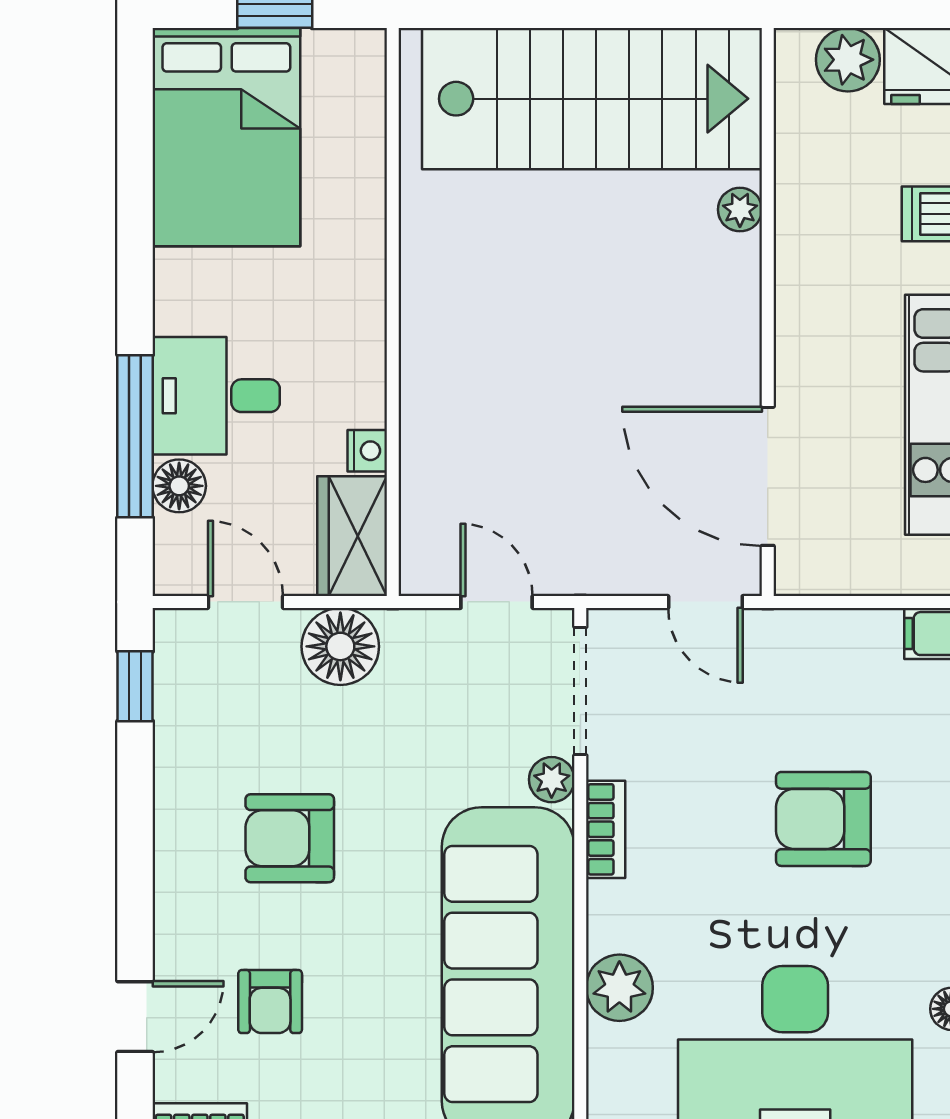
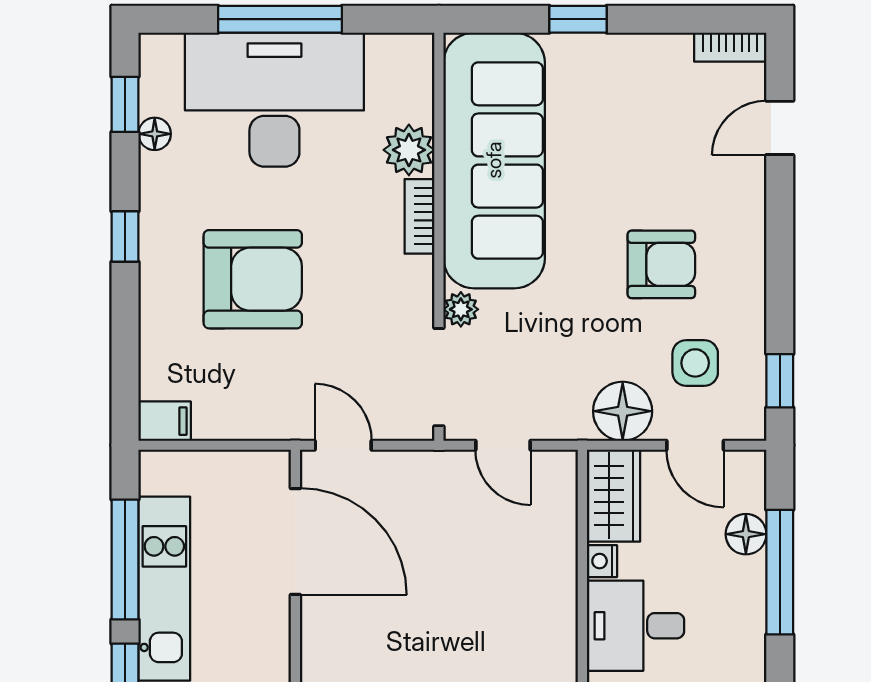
desk: (216, 396) -> (636, 626), moved, turned 180
side table: (246, 709) -> (695, 363), added
armchair: (823, 819) -> (253, 279), width x1.36, depth x1.36
bookcase: (606, 829) -> (419, 216), moved
armchair: (270, 1002) -> (676, 139), removed

